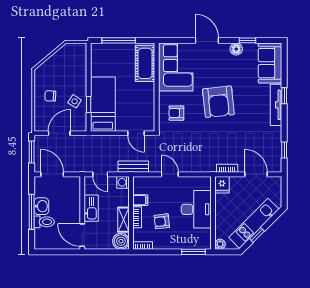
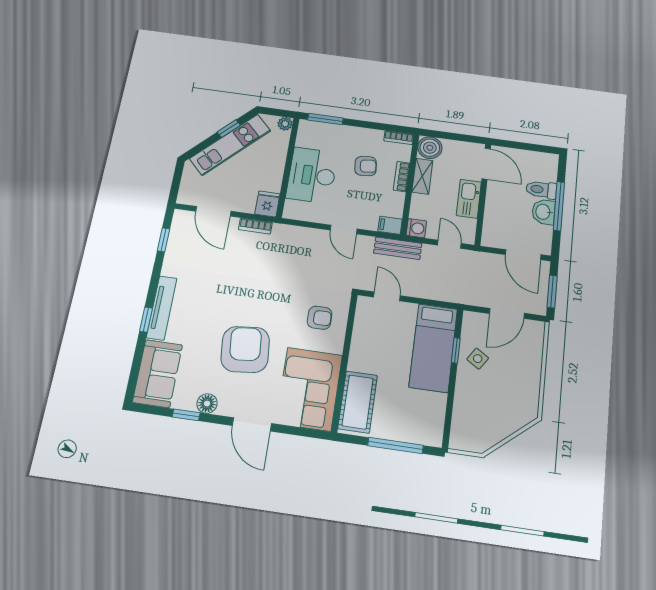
chair: (50, 96) -> (515, 373), removed
armchair: (218, 102) -> (245, 349), moved
filing cabinet: (140, 200) -> (390, 225), moved

